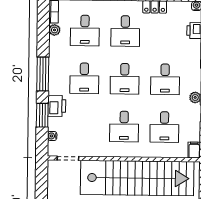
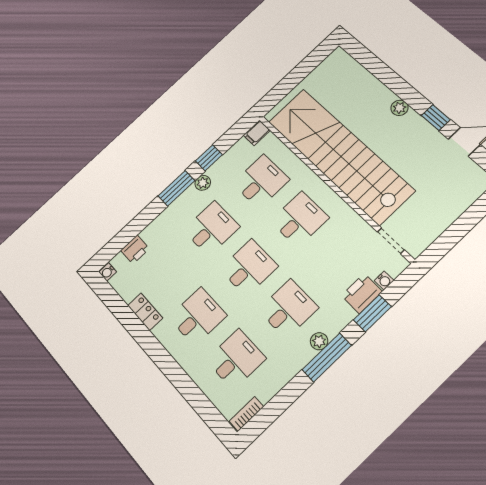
plant: (55, 30) -> (319, 341), moved
printer: (57, 106) -> (362, 293), moved

